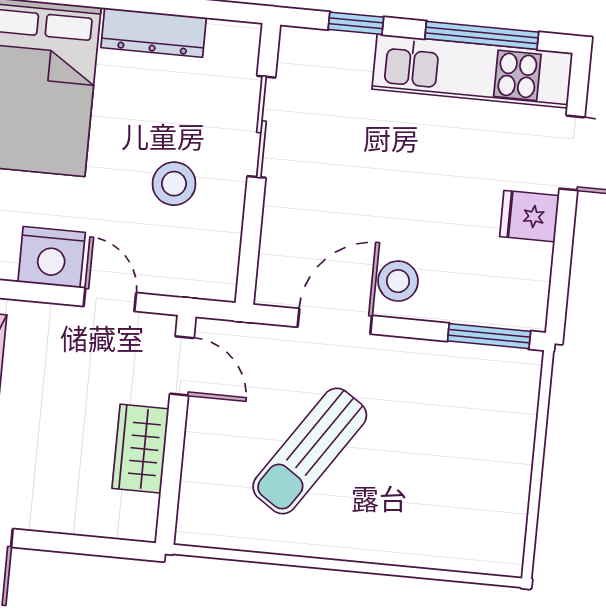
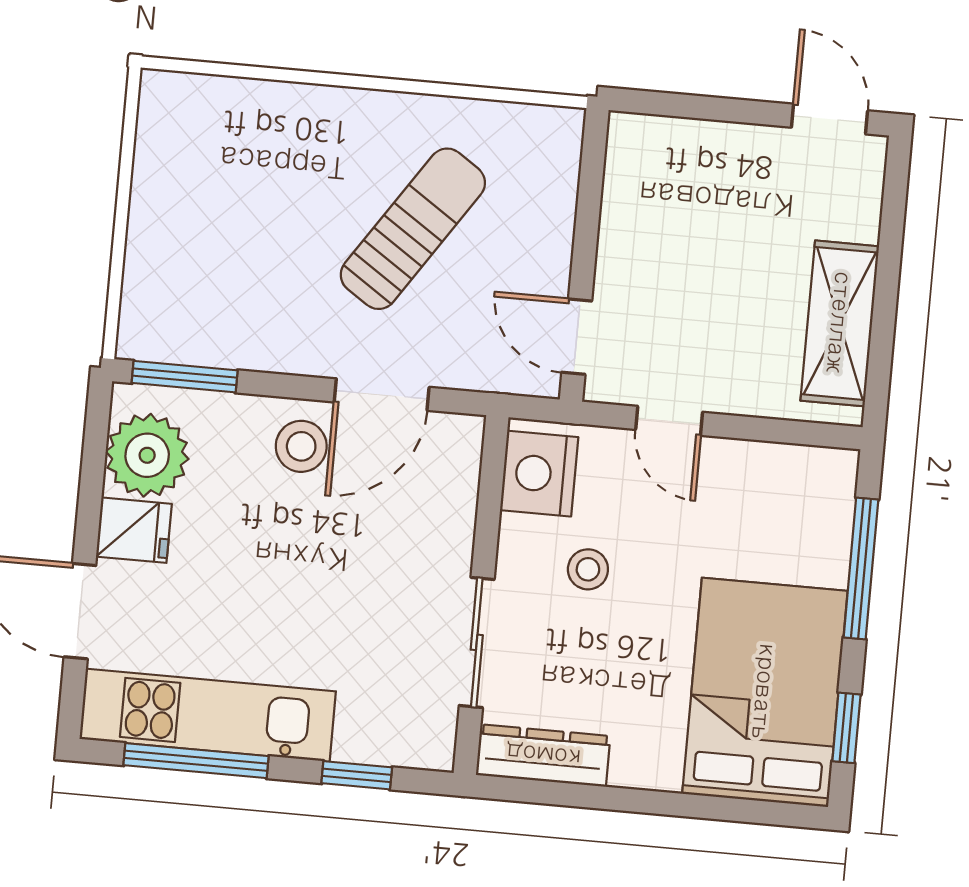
dresser: (154, 33) -> (543, 756), moved
stool: (174, 184) -> (588, 569), width x0.73, depth x0.73
nightstand: (52, 257) -> (539, 474), moved, turned -90
plant: (519, 275) -> (147, 455), added
wardrobe: (140, 449) -> (629, 231), removed

